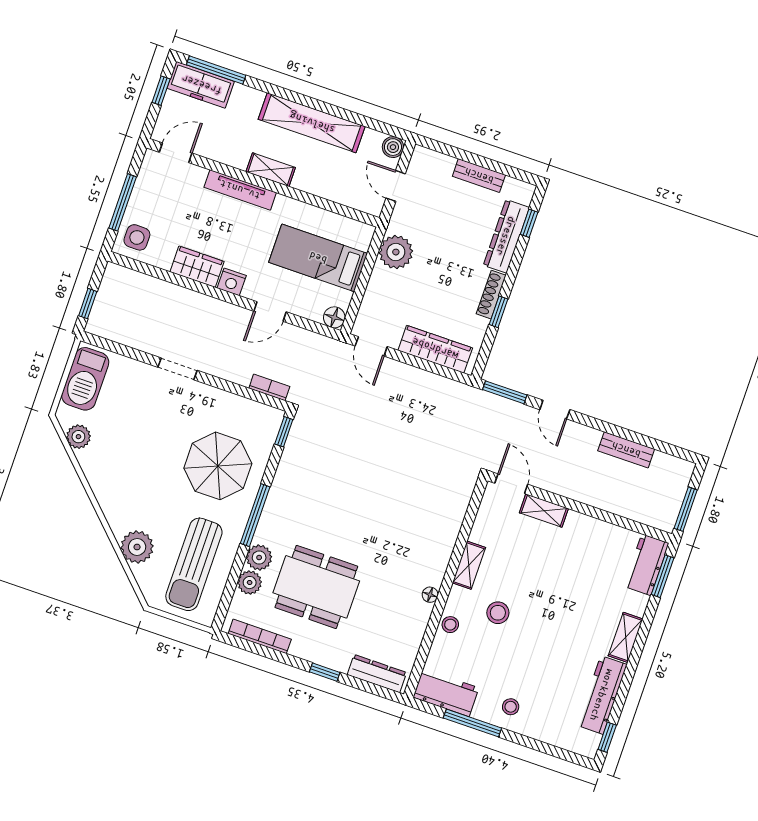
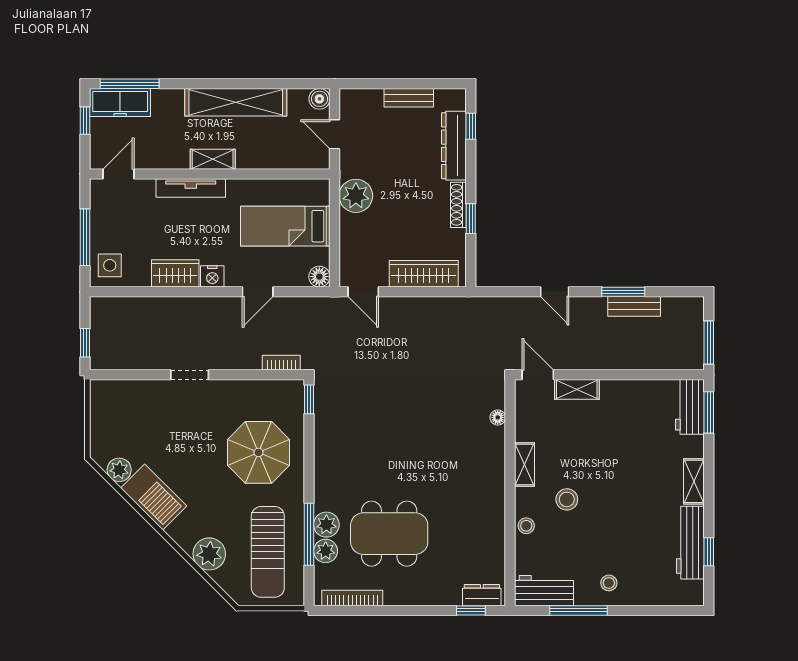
barbecue: (85, 379) -> (154, 497), moved, turned -45
window: (505, 392) -> (623, 292), moved
window: (255, 515) -> (309, 534), moved
floor lamp: (430, 595) -> (498, 417), moved
window: (325, 672) -> (471, 610), moved
dresser: (377, 674) -> (482, 595), width x0.70
window: (607, 737) -> (709, 552), moved

